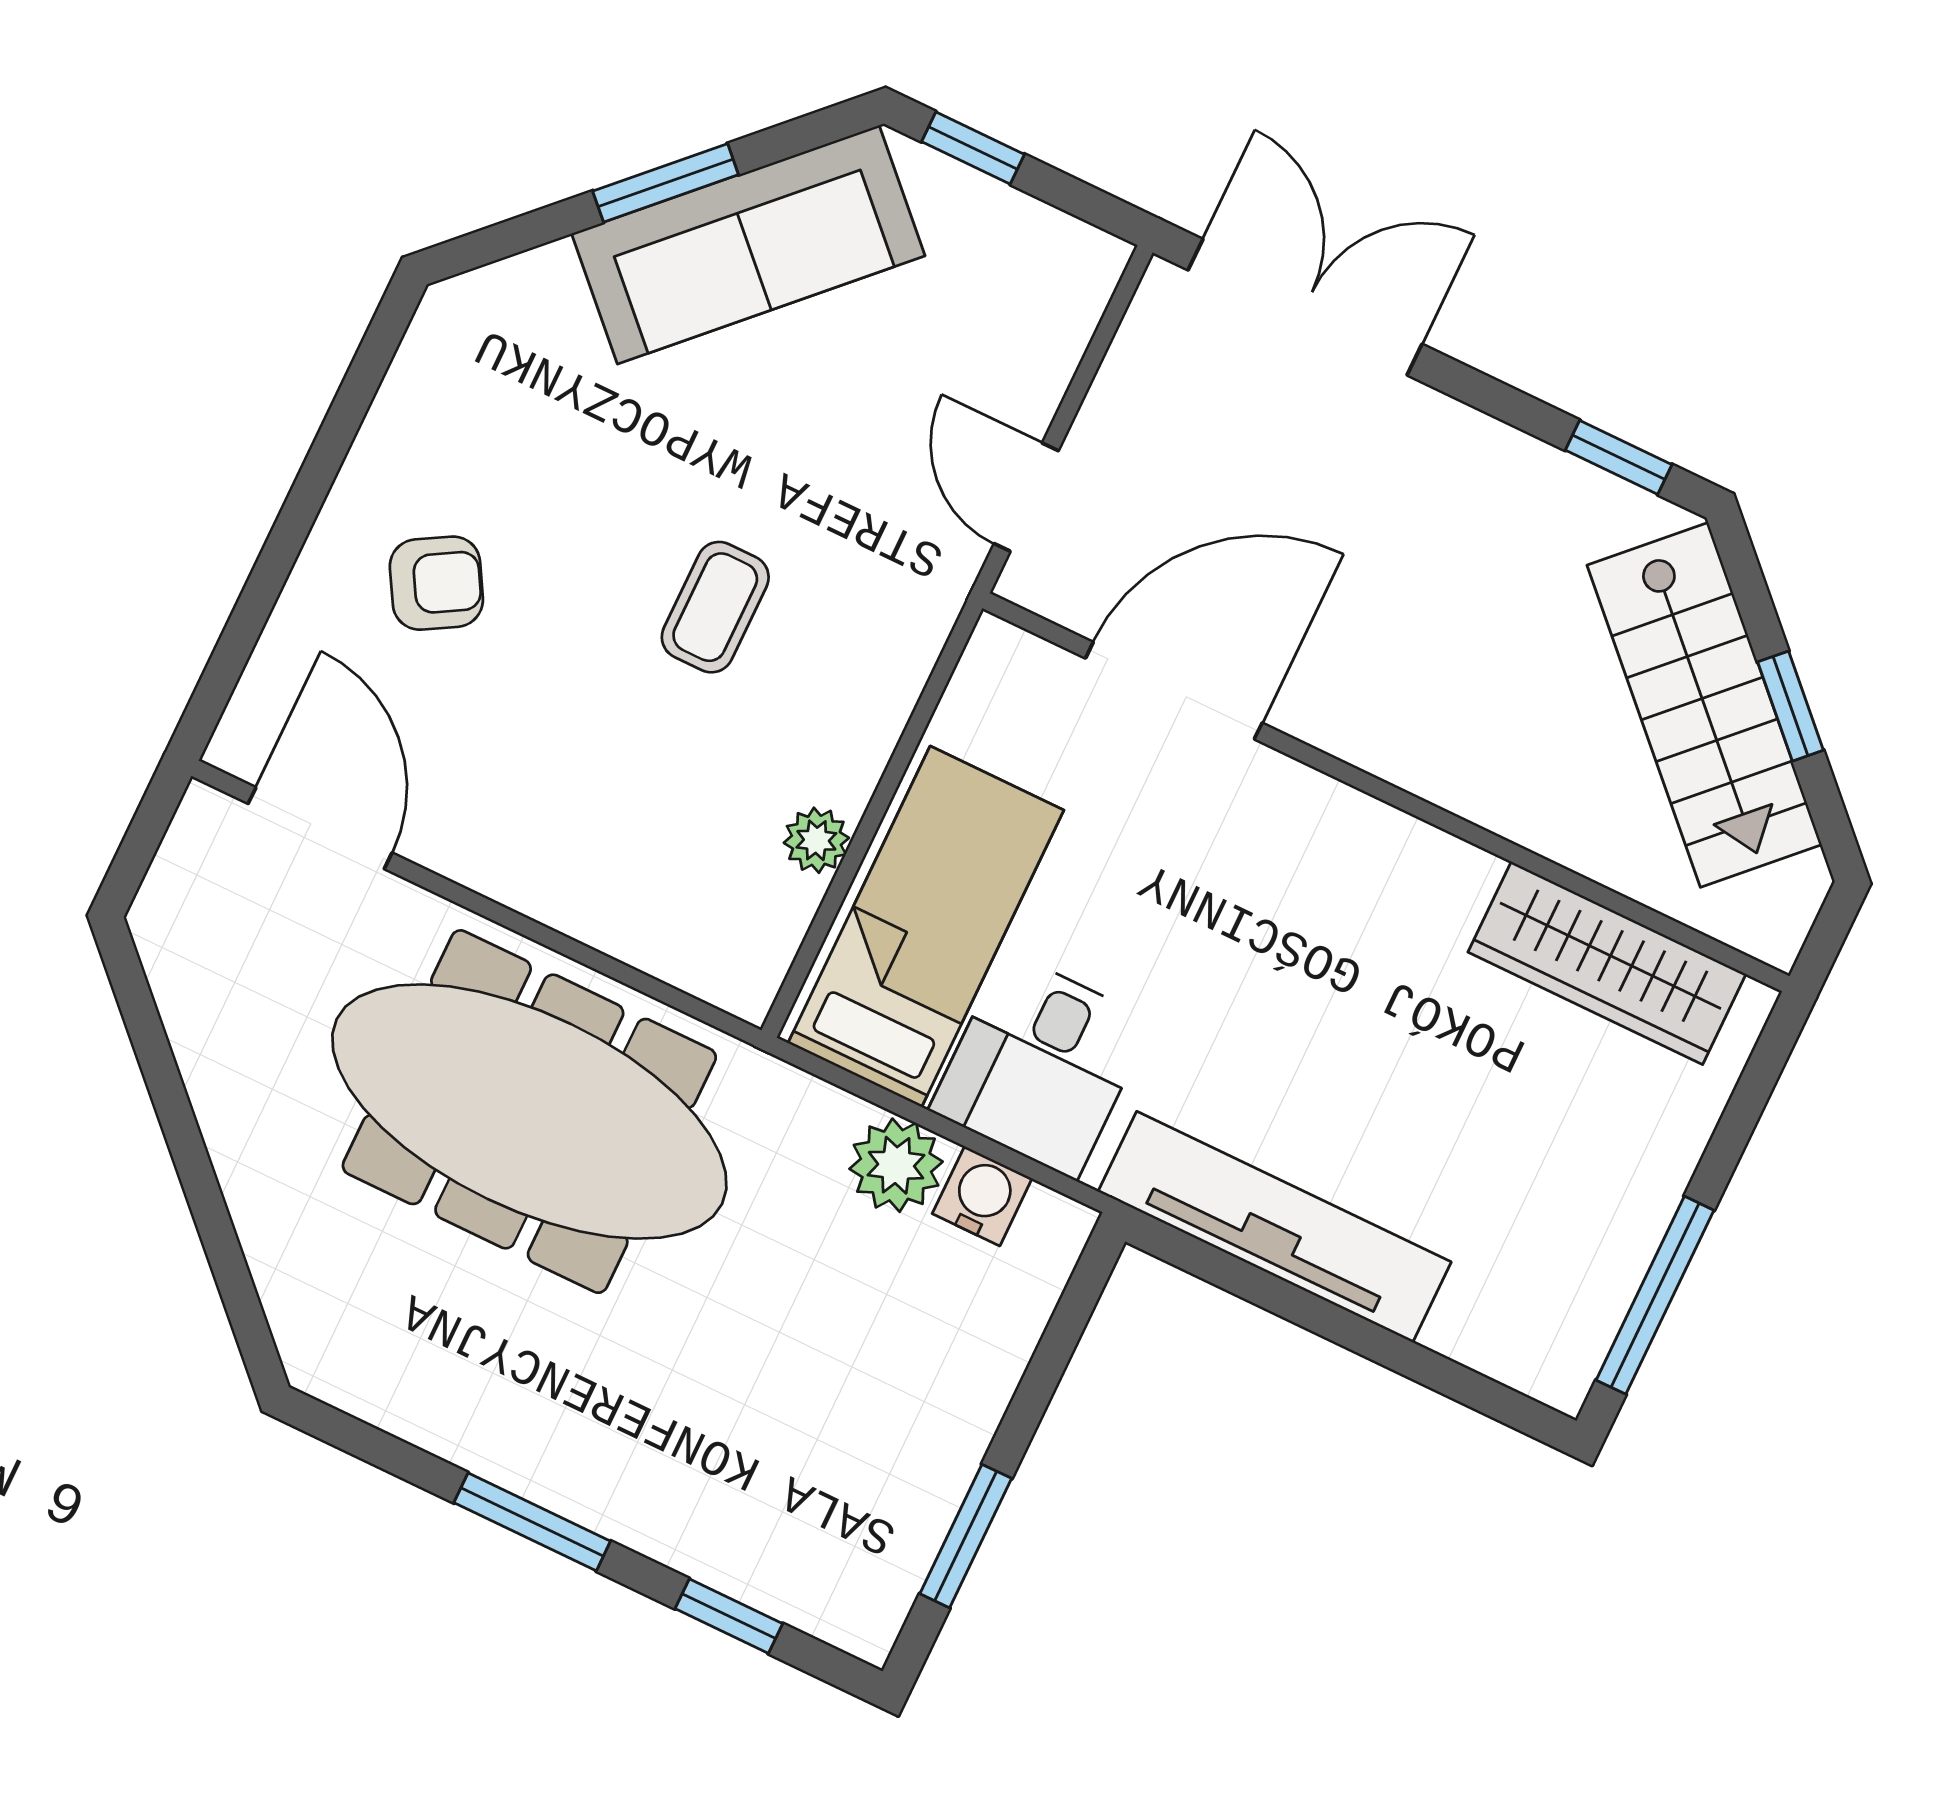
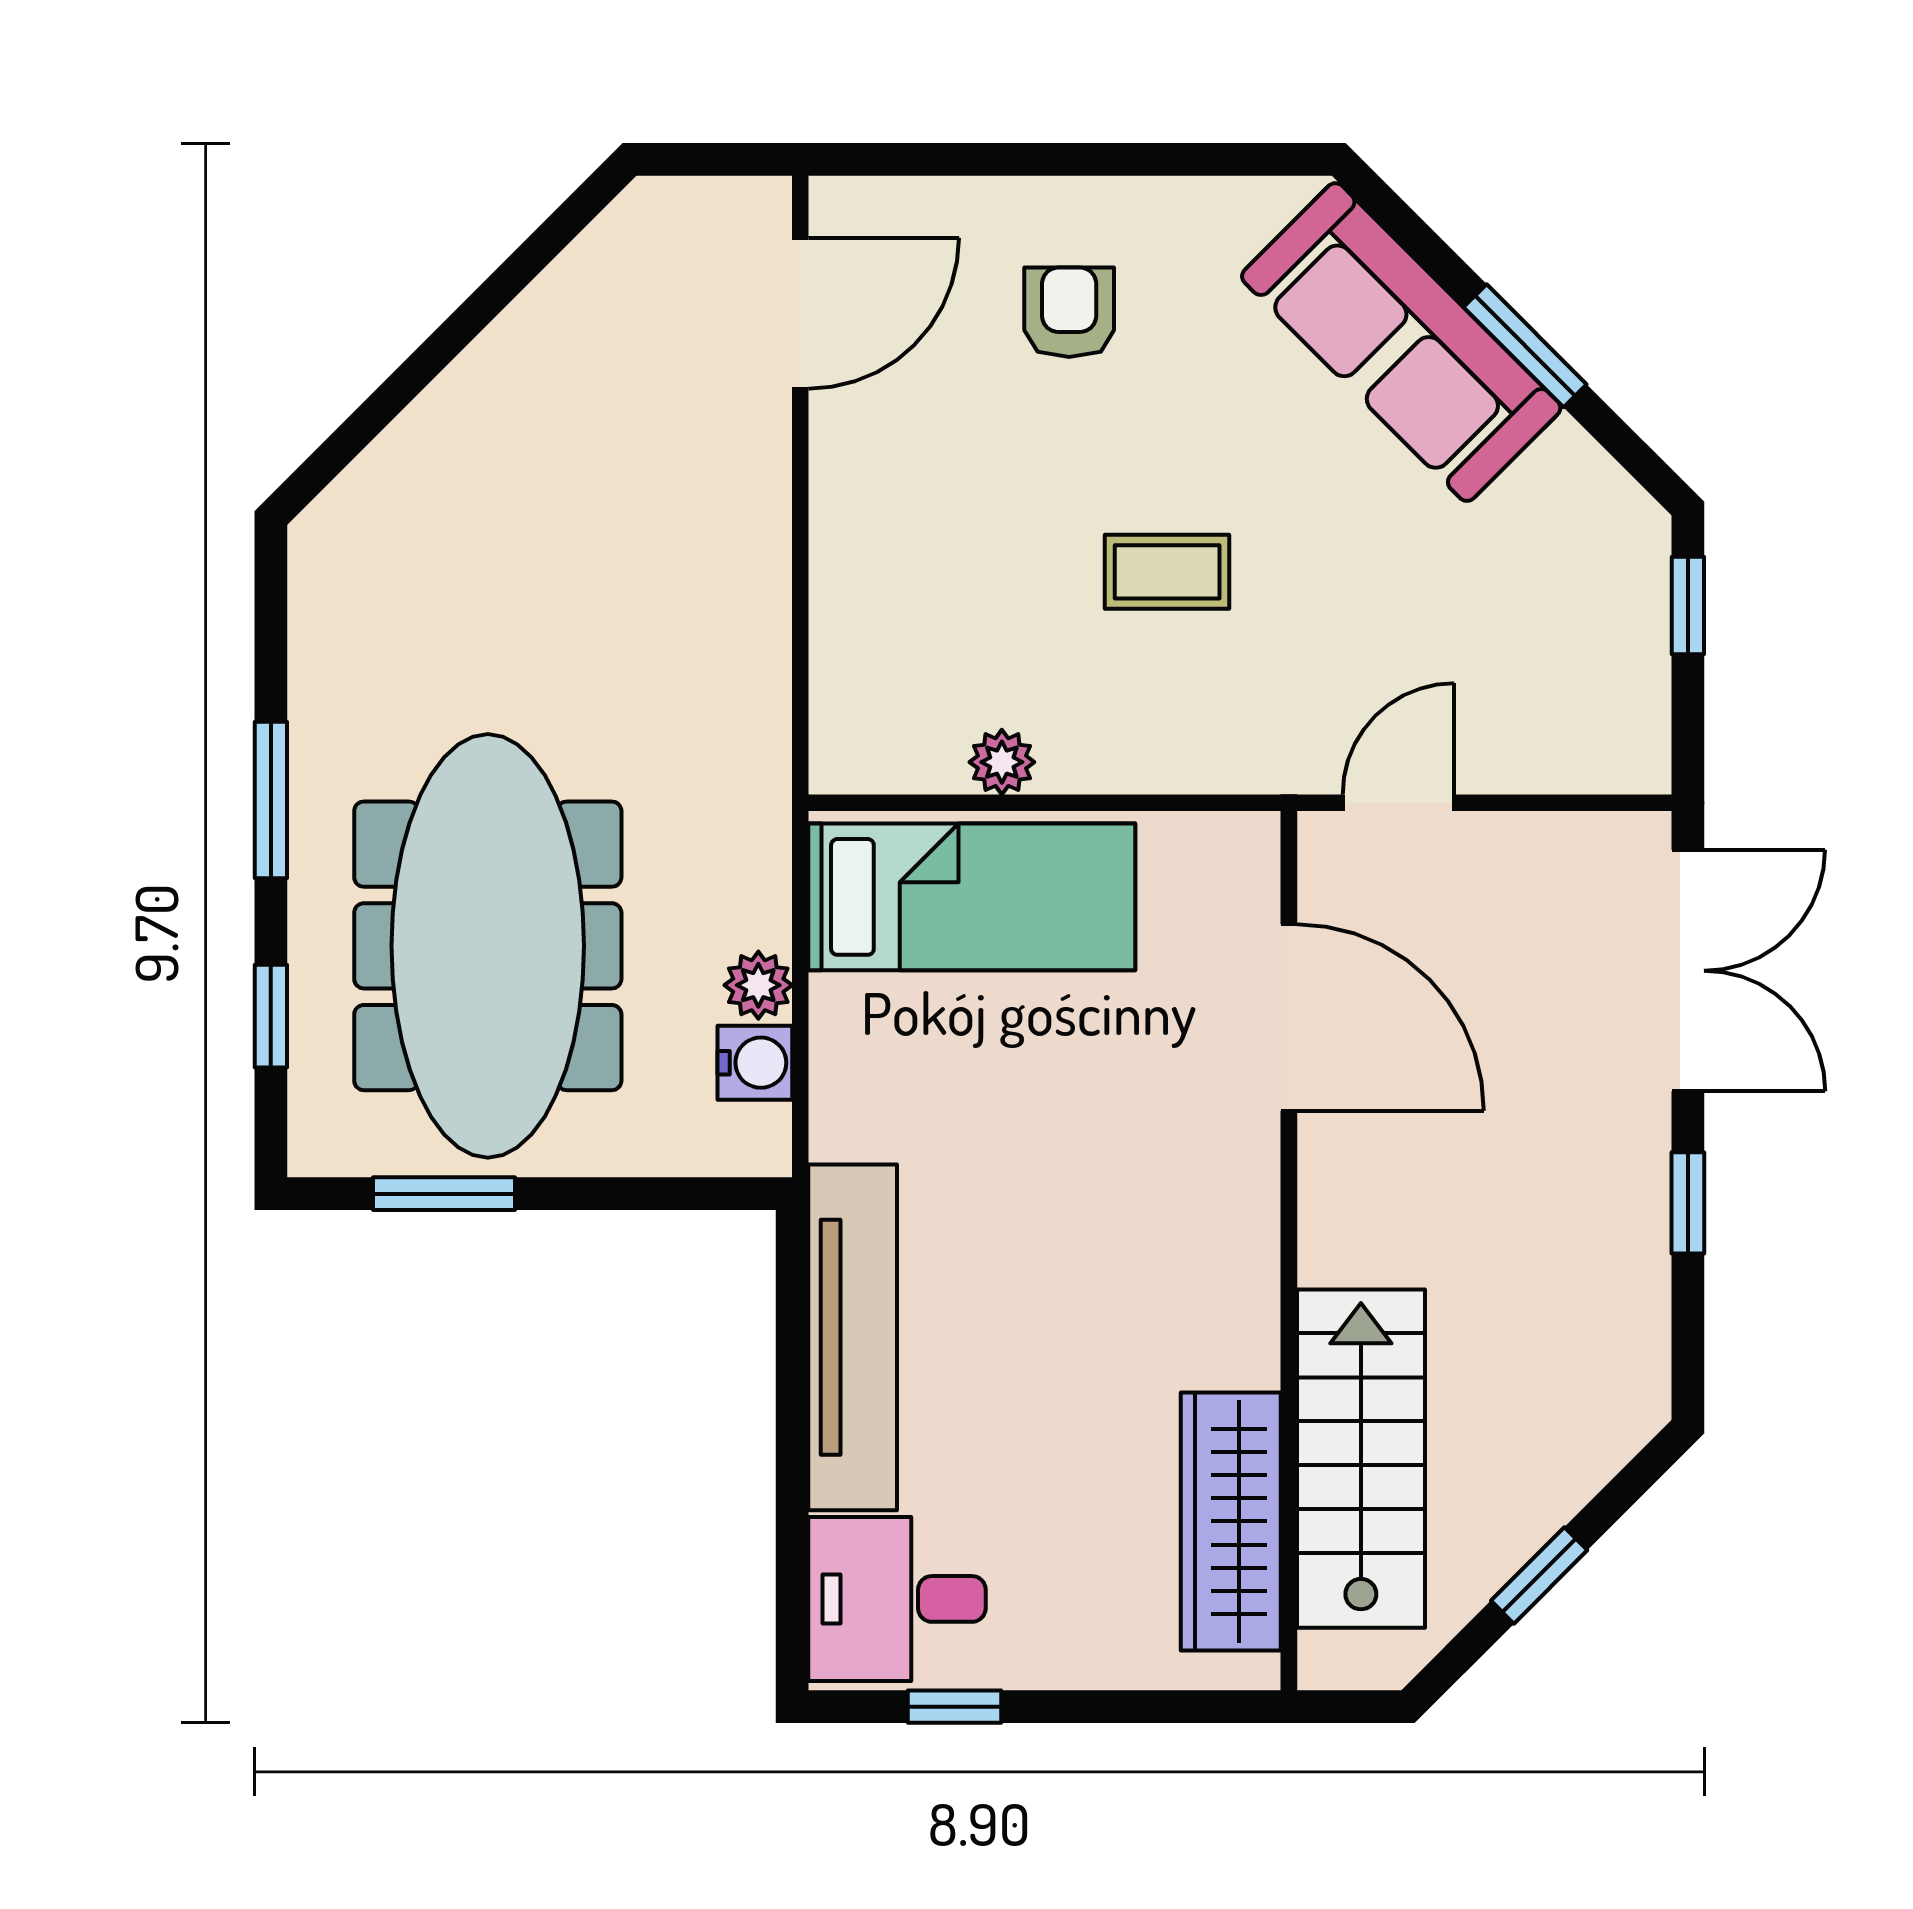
sofa: (748, 245) -> (1401, 342), moved
window: (1619, 457) -> (1688, 1203), moved
armchair: (436, 583) -> (1069, 312), turned -150
stairs: (1704, 705) -> (1361, 1459), moved, turned 135
desk: (1041, 1065) -> (897, 1599), moved
meeting table: (529, 1112) -> (488, 946), moved
plant: (896, 1165) -> (758, 985), width x0.73, depth x0.73
window: (1655, 1295) -> (955, 1707), width x0.46

